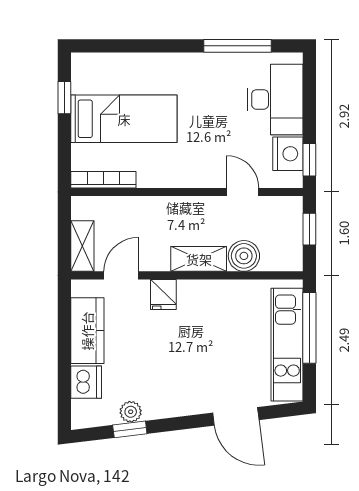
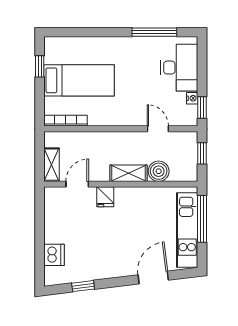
nightstand: (288, 154) -> (192, 98), width x0.53, depth x0.56
kitchen counter: (87, 331) -> (55, 221), removed
plant: (131, 412) -> (84, 274), removed
door: (236, 416) -> (153, 277), swing flipped

